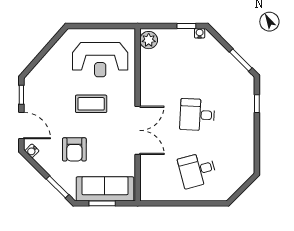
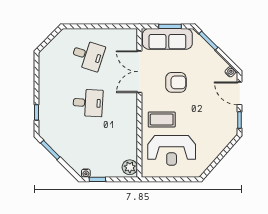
reception desk: (100, 60) -> (172, 150), turned 180
coffee table: (91, 104) -> (162, 119), moved
double door: (138, 130) -> (139, 72), moved
armchair: (74, 149) -> (176, 82), moved, turned 90
desk: (197, 170) -> (88, 55), turned 33

